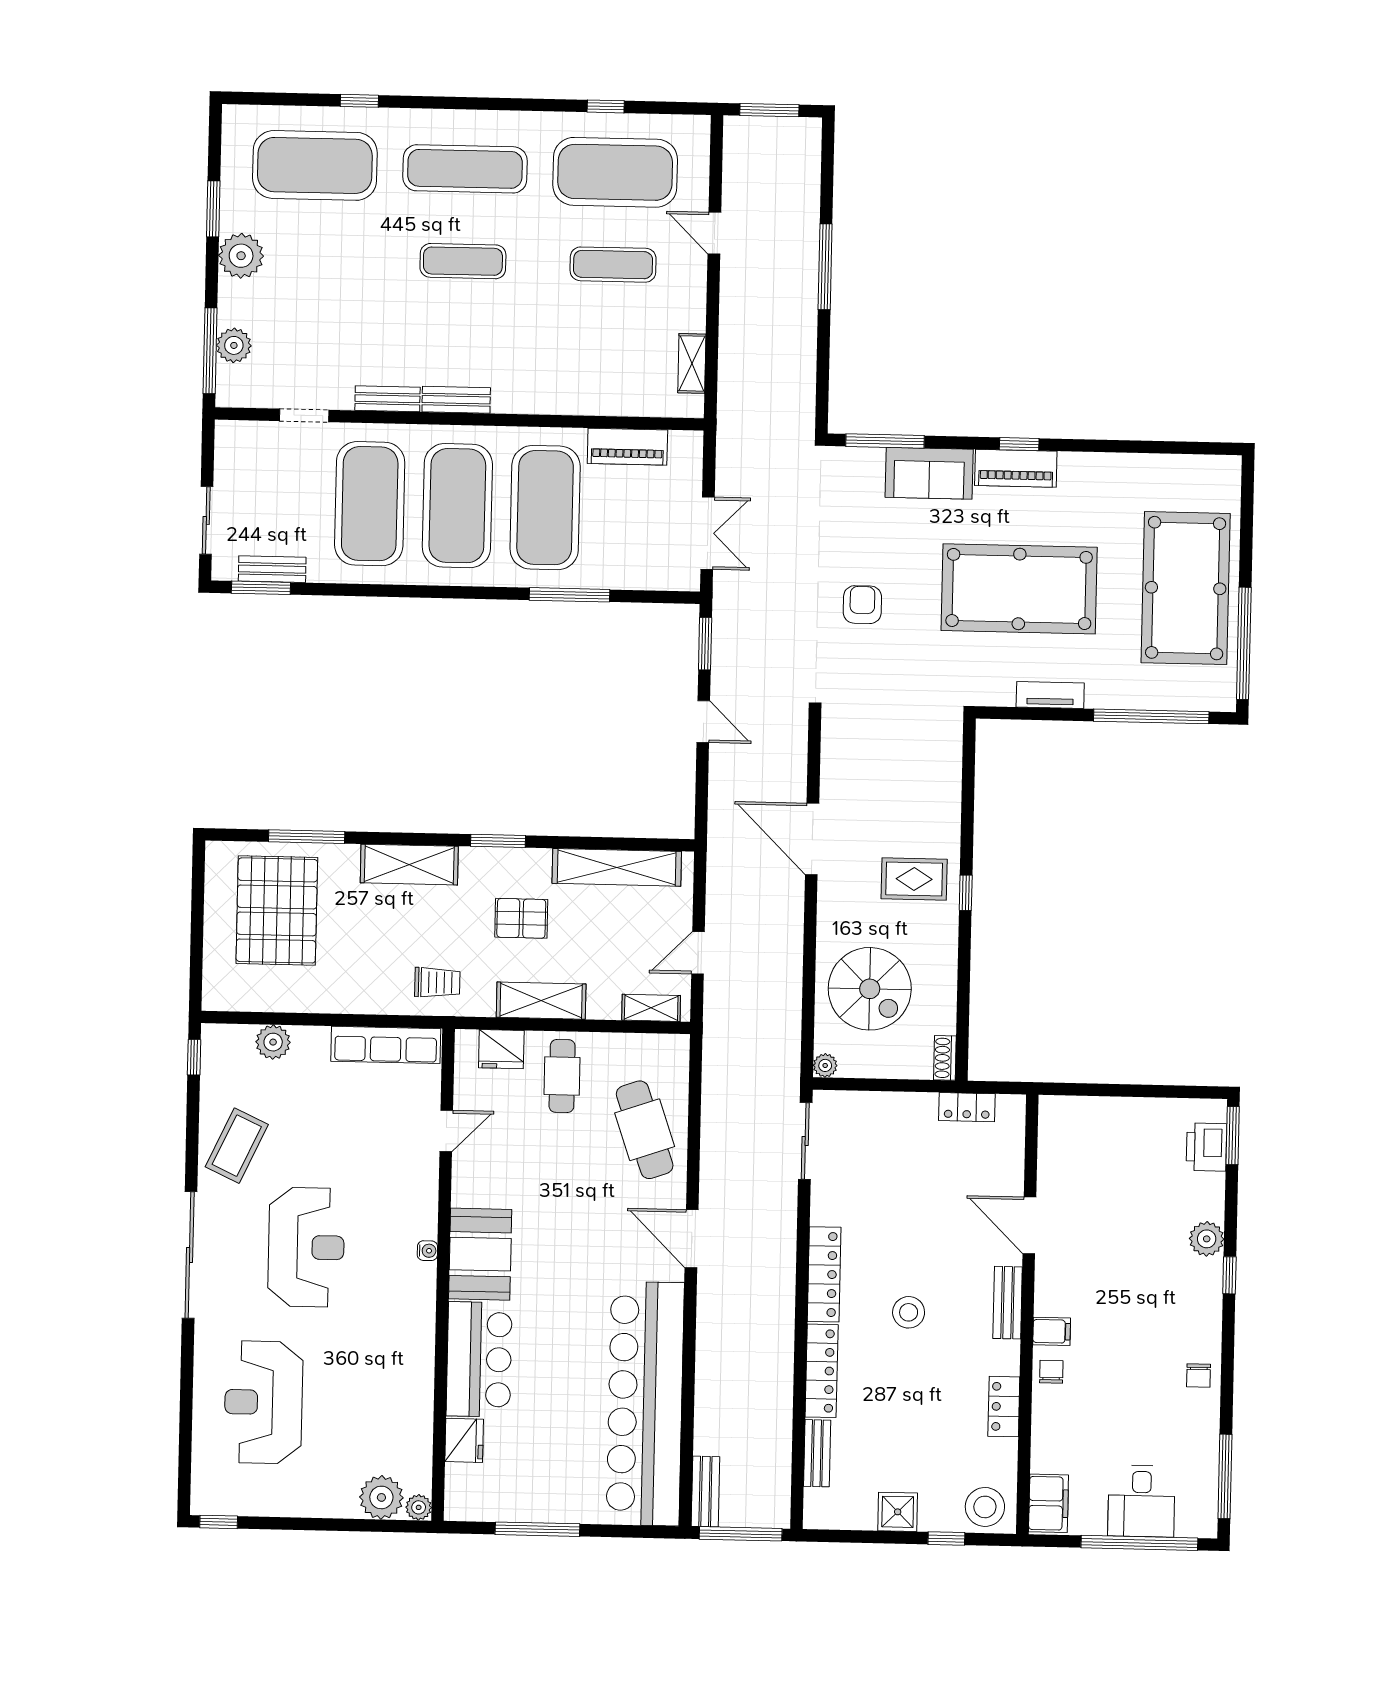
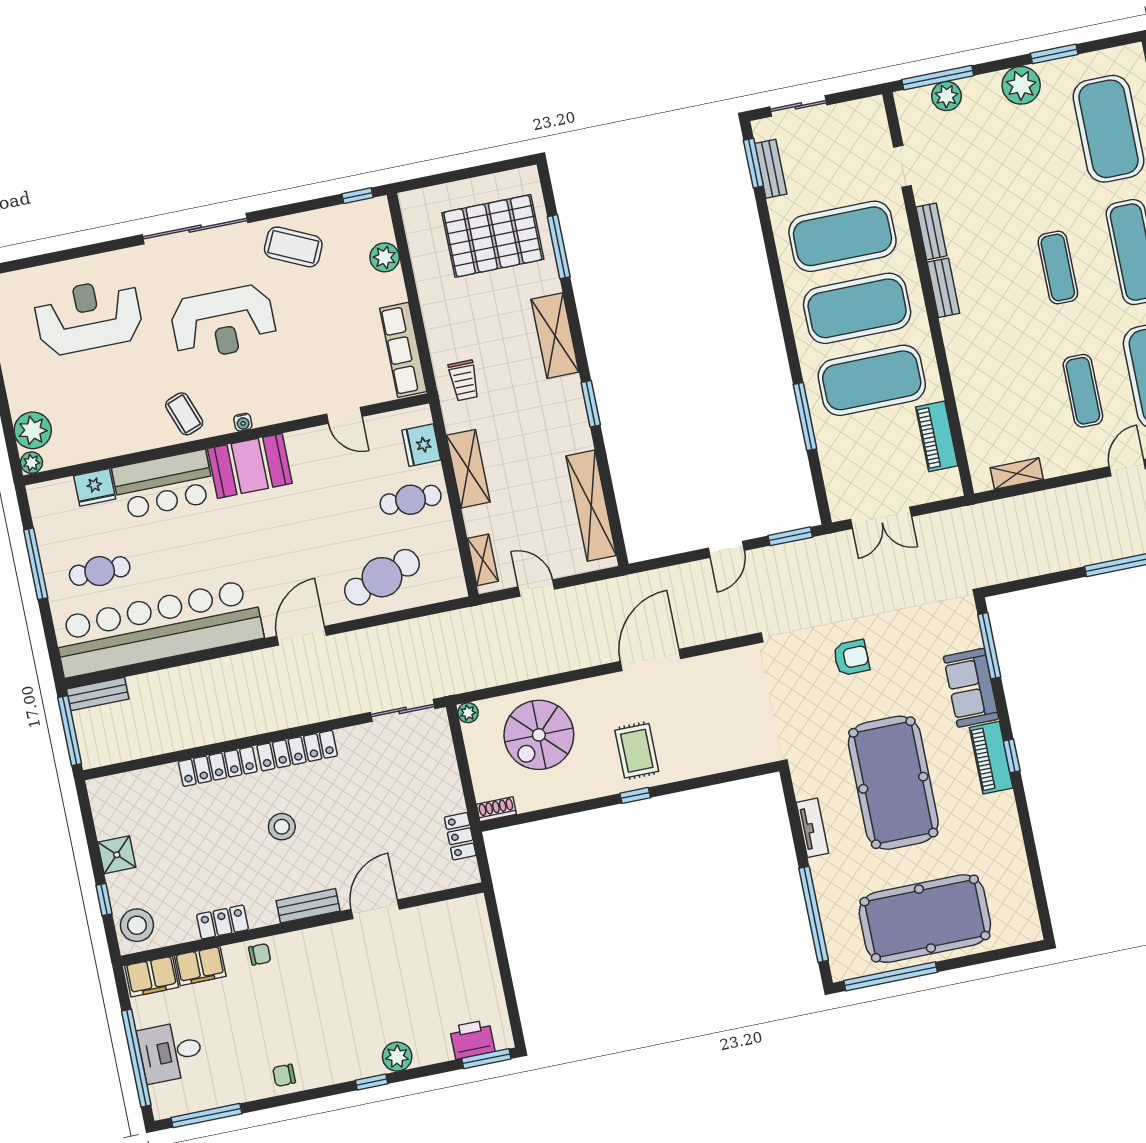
pallet: (521, 918) -> (532, 437), removed
coffee table: (402, 1317) -> (184, 414), added
filing cabinet: (1052, 1331) -> (200, 966), moved, width x2.00
bench: (817, 1453) -> (150, 778), removed
cafe table: (563, 1457) -> (100, 571), added

